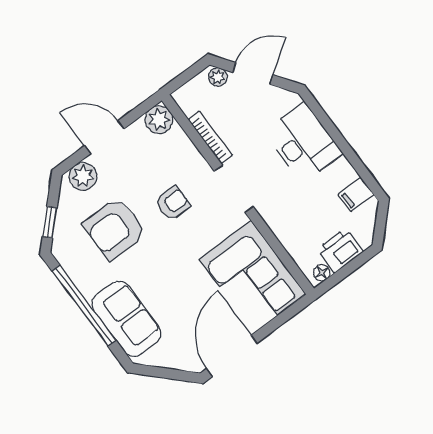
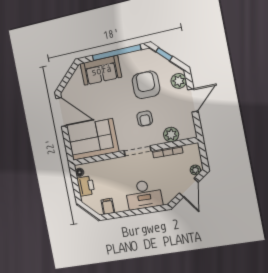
plant: (159, 120) -> (171, 135), moved

